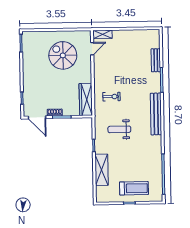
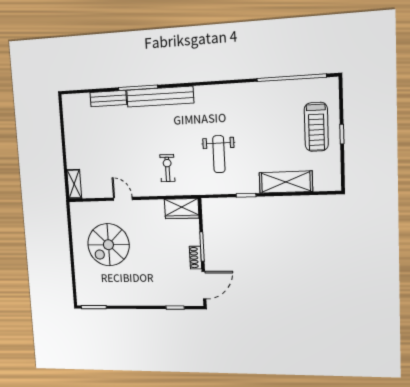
door: (92, 49) -> (123, 199), moved
wardrobe: (86, 99) -> (182, 209), width x0.67
bench: (156, 114) -> (160, 97), moved
treadmill: (134, 188) -> (316, 127), turned 180

